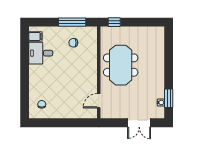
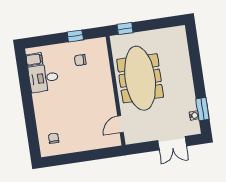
window: (72, 22) -> (75, 36), width x0.46
meeting table: (121, 65) -> (140, 78), width x1.36

